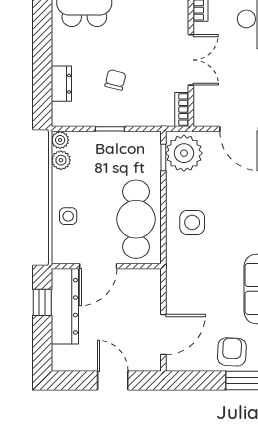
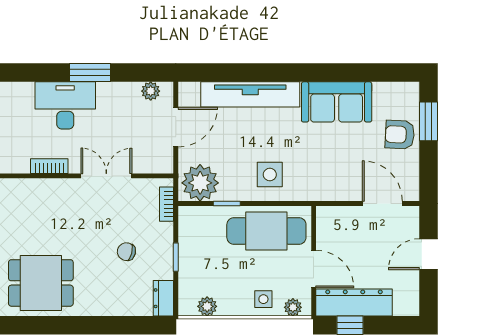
dresser: (61, 84) -> (163, 298), moved, turned -90
bookcase: (182, 109) -> (167, 204), moved, turned 90
plant: (60, 140) -> (293, 307), moved
window: (163, 158) -> (227, 203), moved

